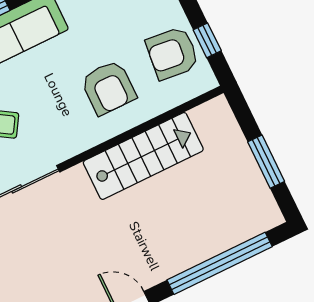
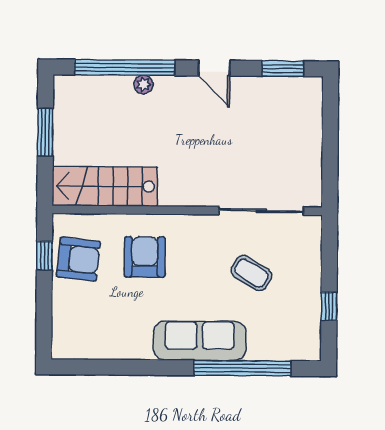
stairs: (143, 156) -> (105, 186), moved
plant: (193, 256) -> (144, 84), added

